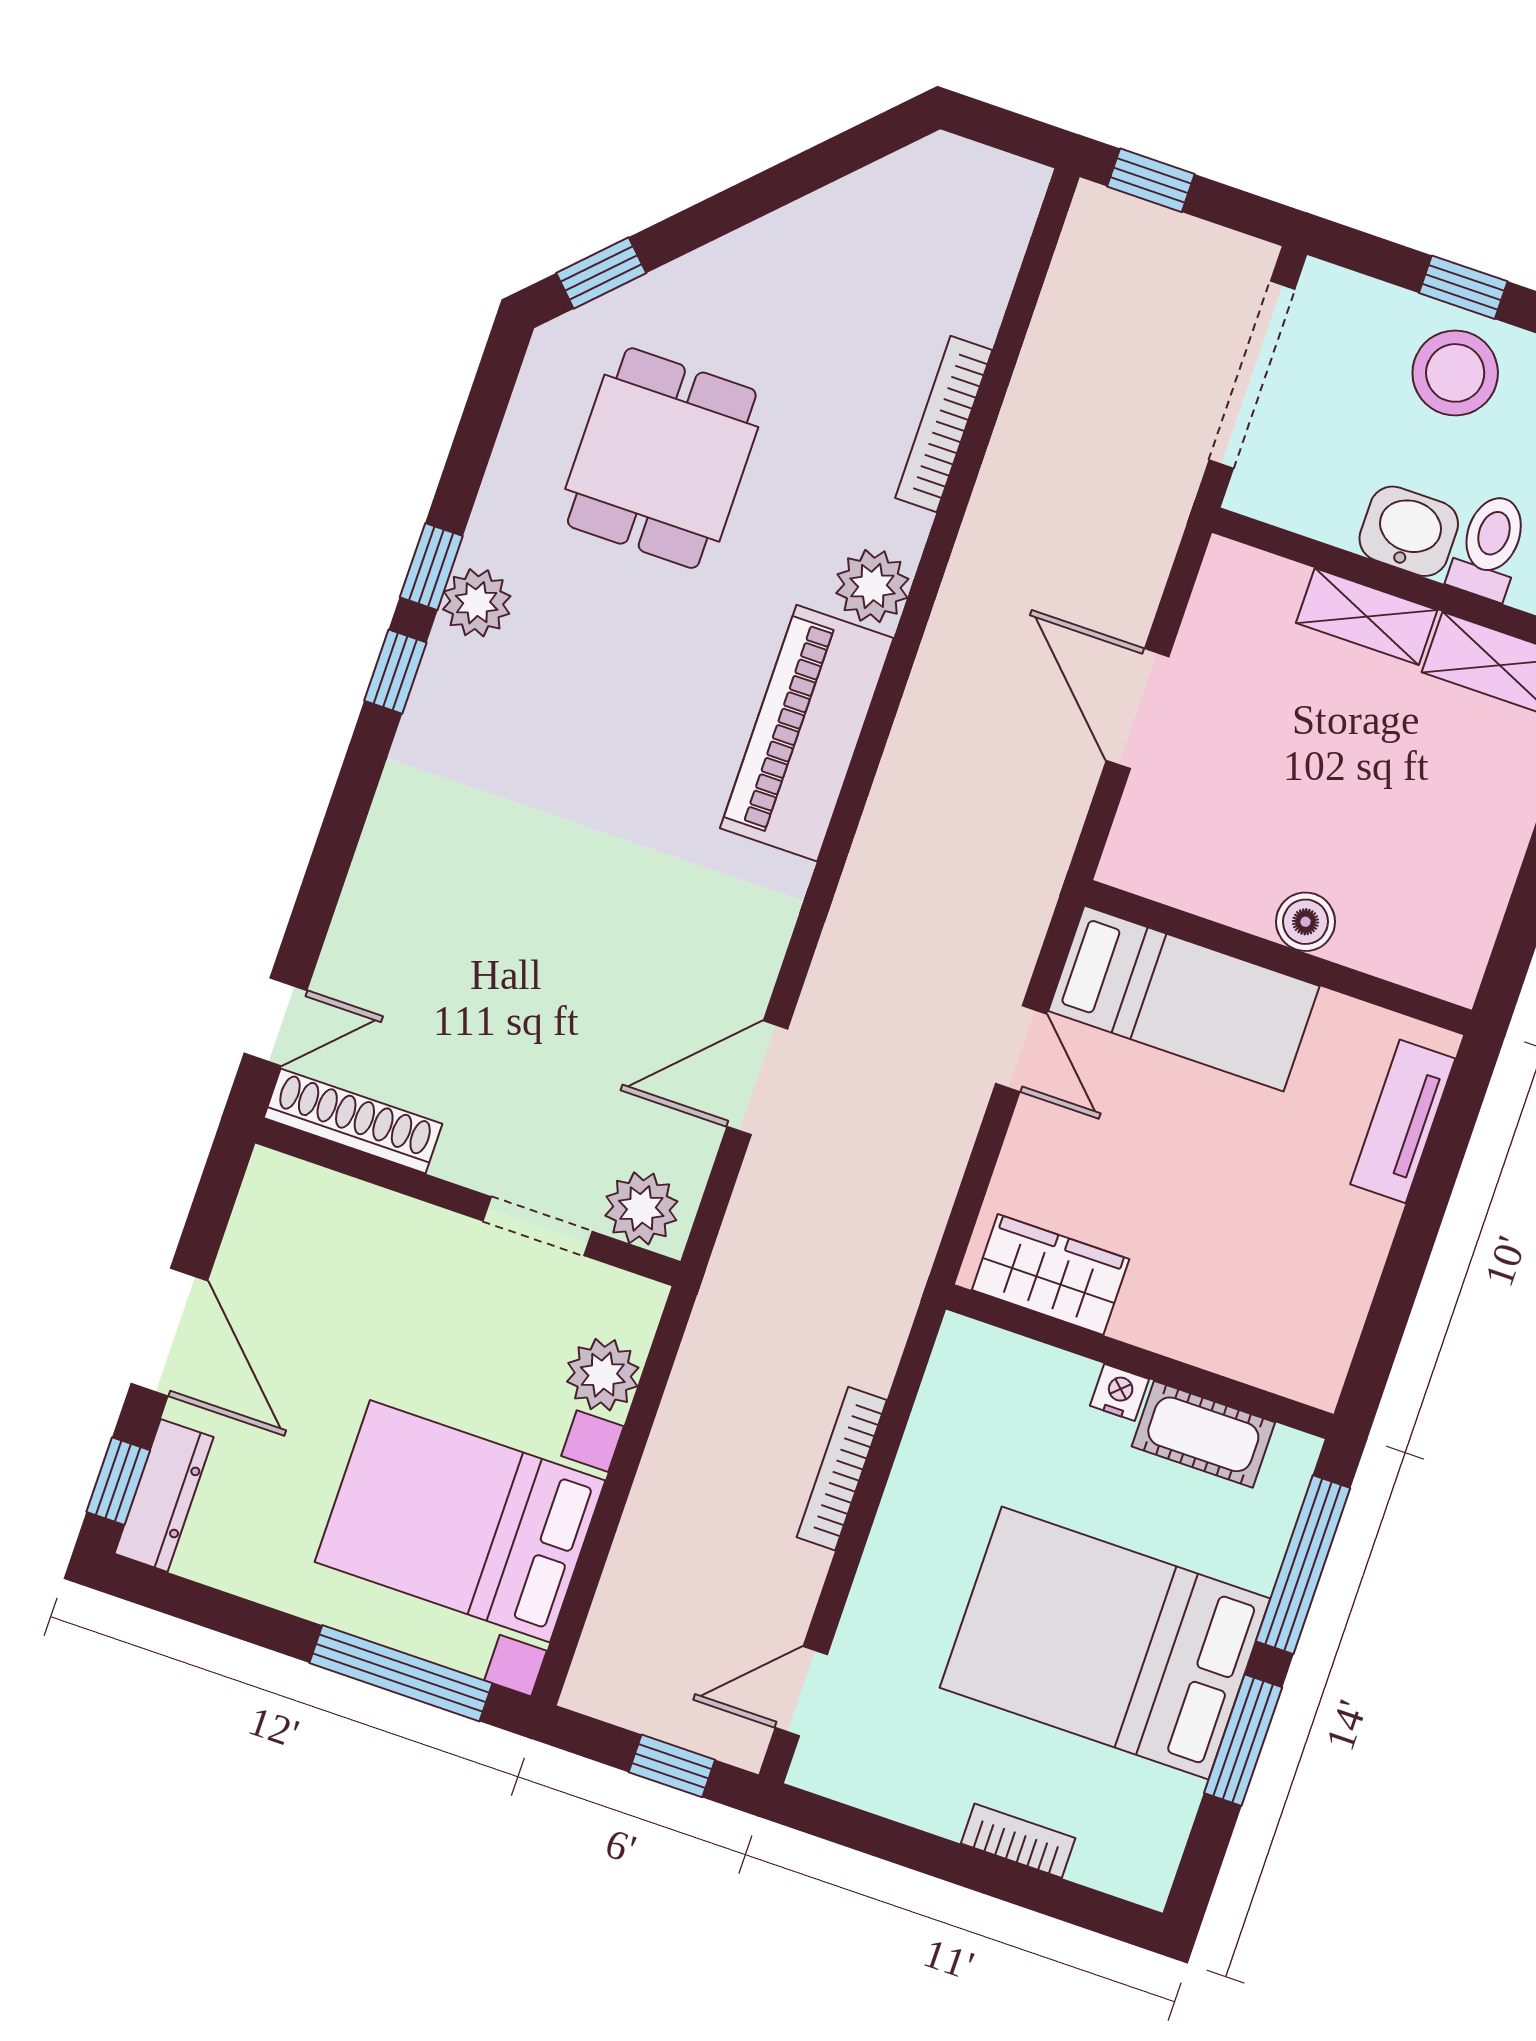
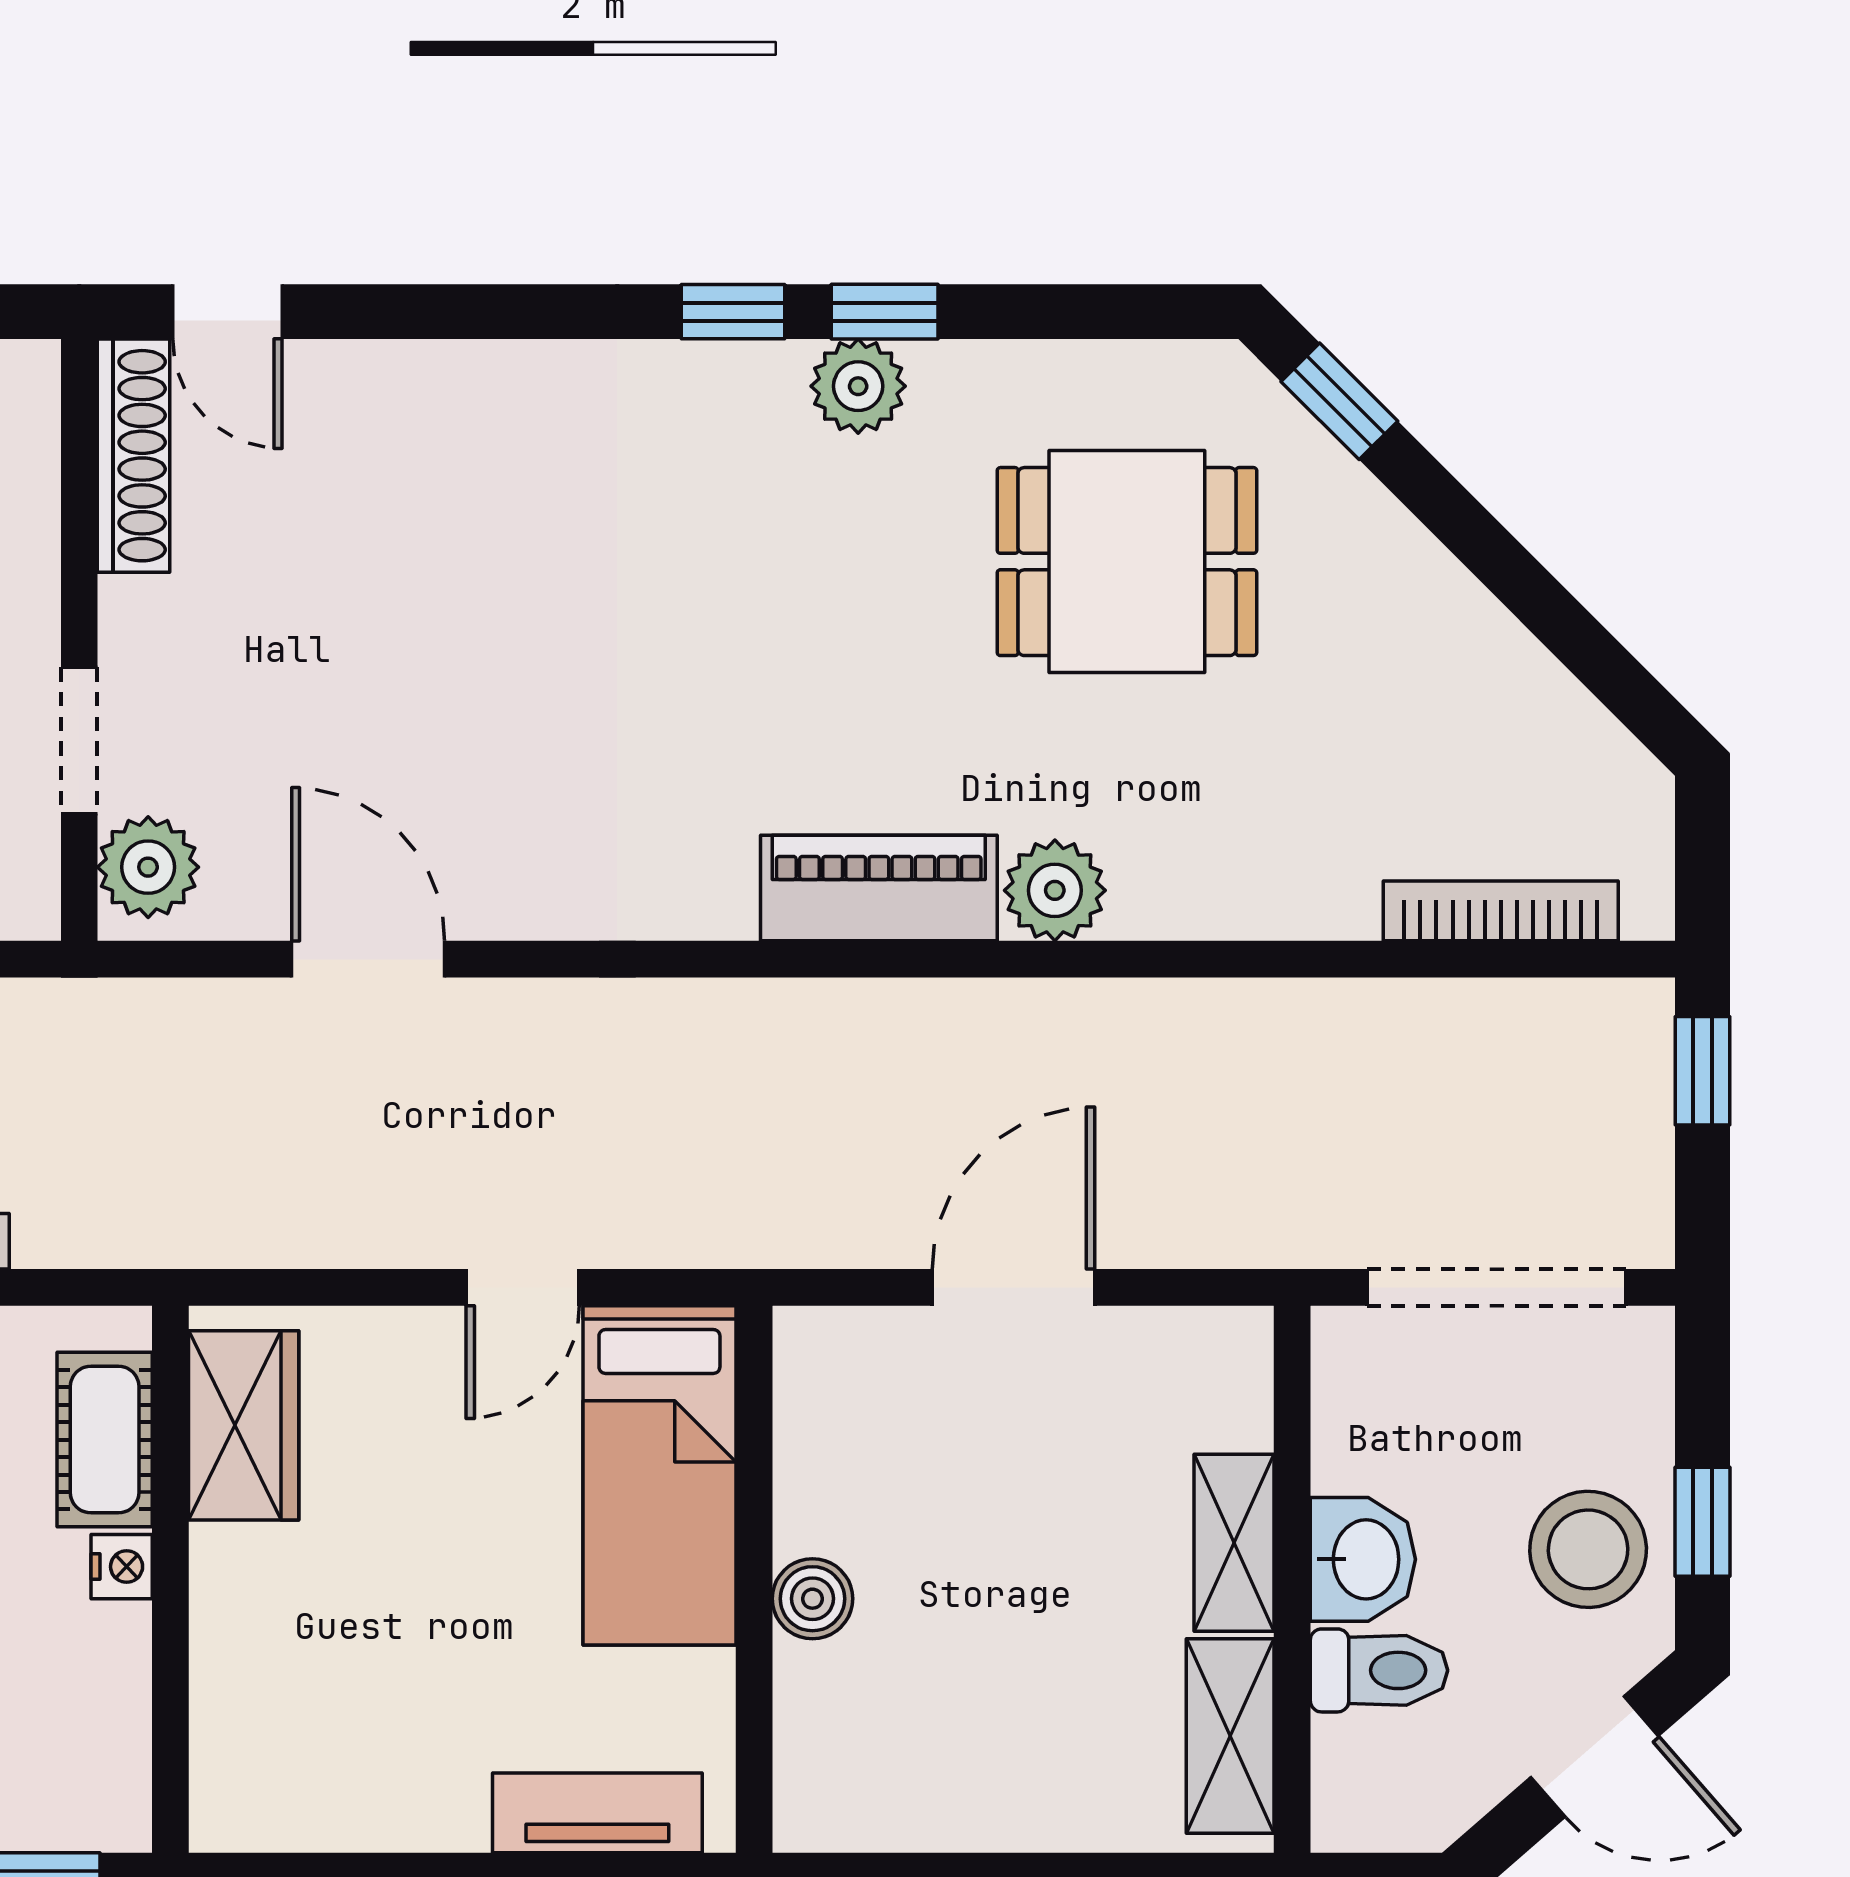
bookcase: (944, 424) -> (1501, 911), moved
piano: (807, 733) -> (879, 888), width x0.73, depth x0.75
cot: (1203, 1434) -> (105, 1440), moved

